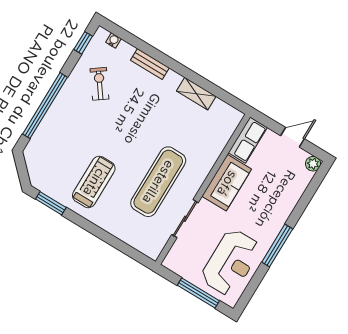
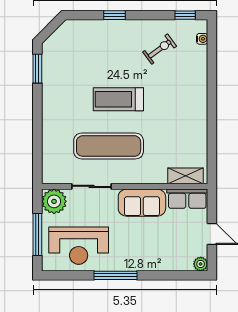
bench: (150, 64) -> (201, 80), removed
shelving: (196, 94) -> (186, 176), moved, turned 90
window: (45, 106) -> (115, 15), width x0.32
treadmill: (94, 182) -> (118, 99), moved, turned 180
plant: (178, 260) -> (54, 201), added

